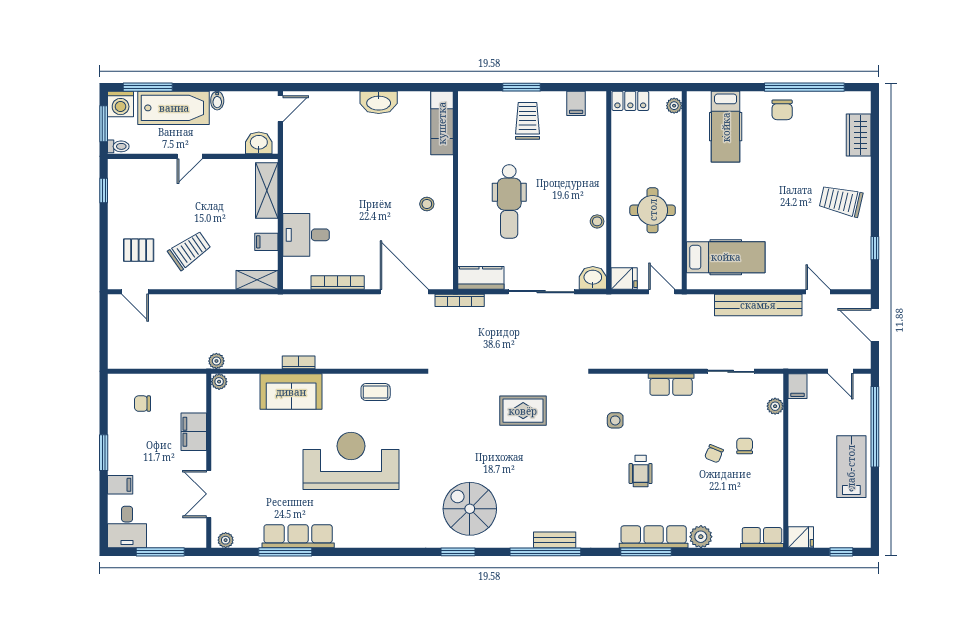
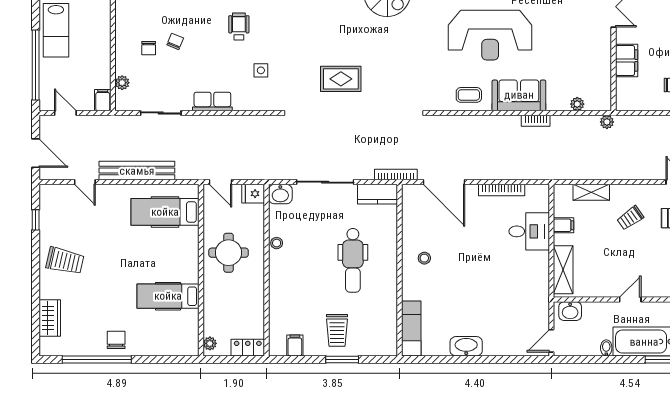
hospital bed: (726, 127) -> (168, 296), moved, turned -90
dental chair: (509, 201) -> (353, 260), turned 180
trolley: (190, 250) -> (630, 218), width x0.73, depth x0.72
shelving: (257, 280) -> (591, 192), moved
plant: (219, 382) -> (577, 104), moved
sofa: (291, 392) -> (519, 95), moved

